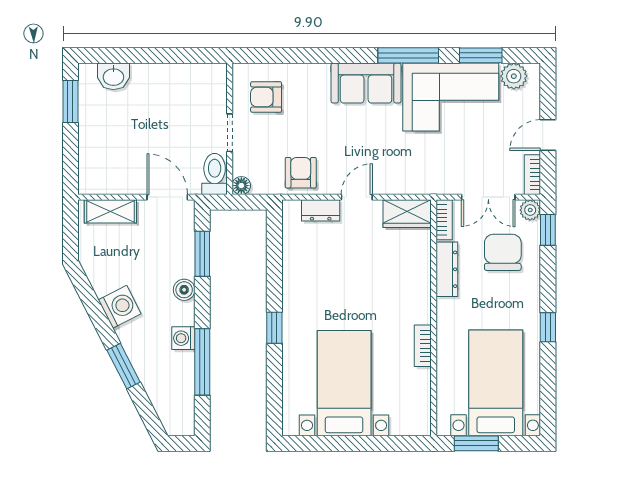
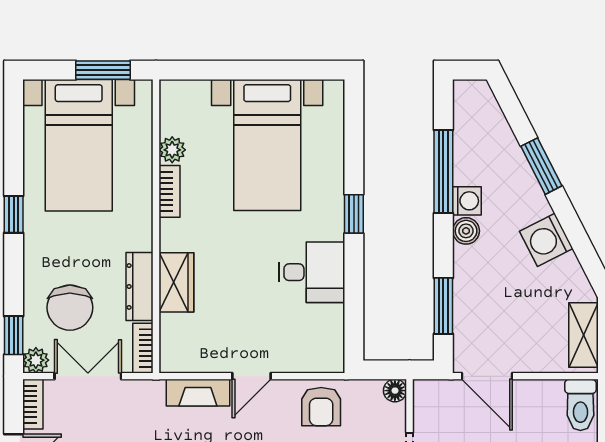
toilet: (215, 174) -> (580, 405), moved
fireplace: (400, 184) -> (198, 393), added
dresser: (321, 210) -> (296, 360), removed
shelving: (110, 211) -> (583, 335), moved, turned 90
wardrobe: (407, 214) -> (176, 282), moved, turned 90
desk: (308, 281) -> (312, 272), added
boiler: (184, 290) -> (466, 231), moved
plant: (420, 379) -> (172, 150), added

